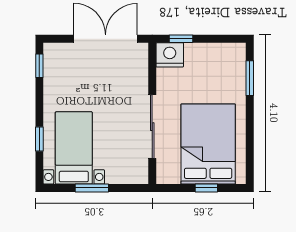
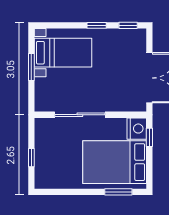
window: (39, 139) -> (97, 25), moved
bed: (208, 144) -> (115, 162), moved, turned 180

